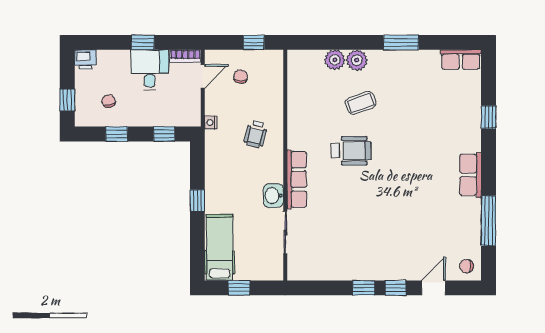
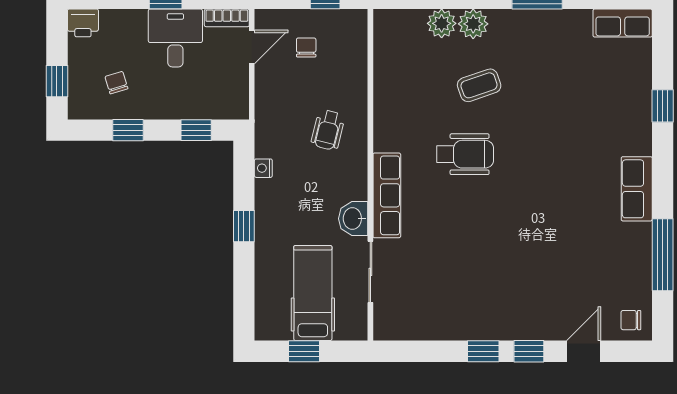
nightstand: (211, 122) -> (263, 168), moved
hospital bed: (220, 247) -> (313, 293), moved

